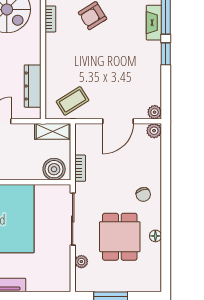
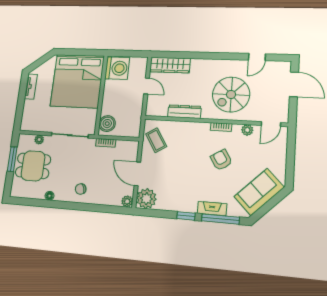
dresser: (33, 86) -> (184, 112), moved
plant: (155, 112) -> (146, 199), width x1.88, depth x1.88
shelving: (53, 131) -> (135, 124), removed
dining table: (120, 237) -> (33, 166), moved

